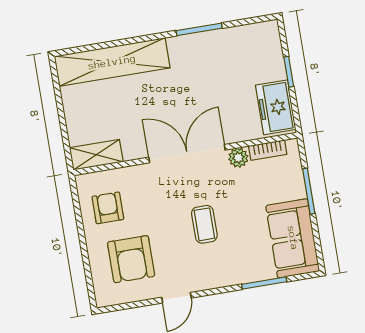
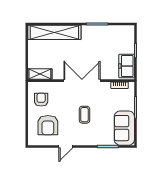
plant: (238, 158) -> (105, 86), removed

